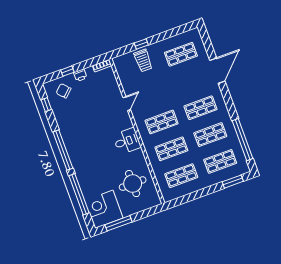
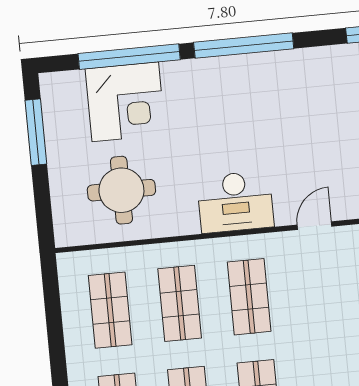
door: (127, 104) -> (314, 226), swing flipped
desk: (127, 141) -> (235, 202), width x1.37
corner desk: (104, 209) -> (125, 102), moved, turned 90

